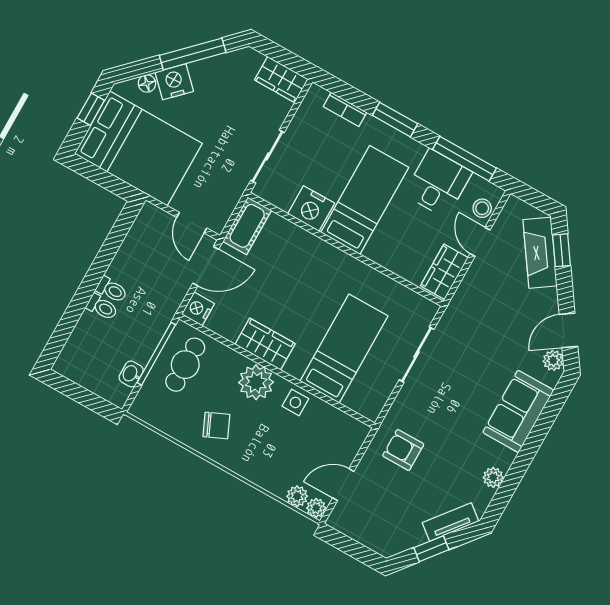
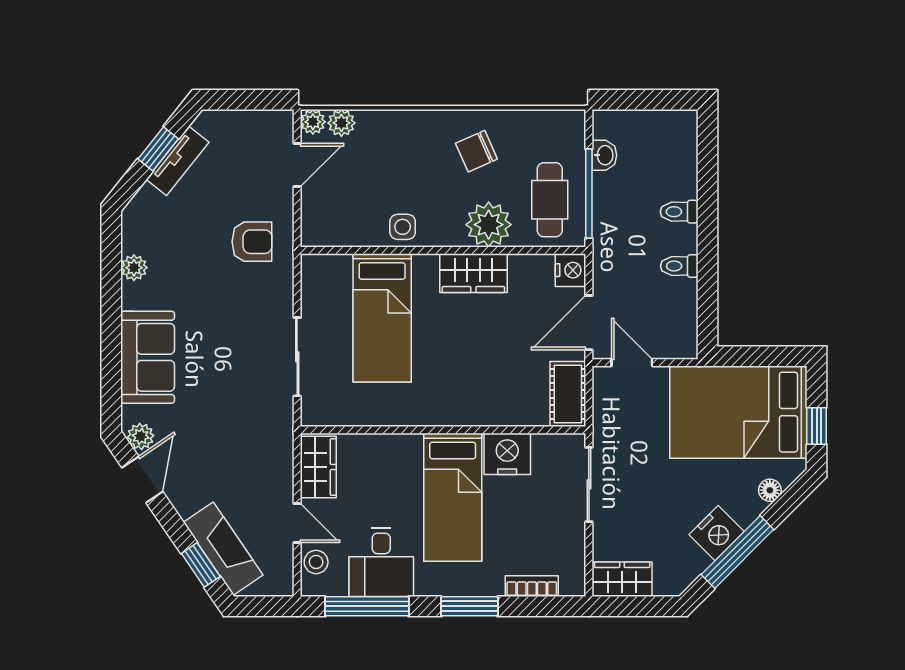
nightstand: (174, 82) -> (717, 533), moved
toilet: (112, 290) -> (679, 266), moved
plant: (256, 382) -> (489, 225), moved
tv unit: (450, 522) -> (178, 161), moved

